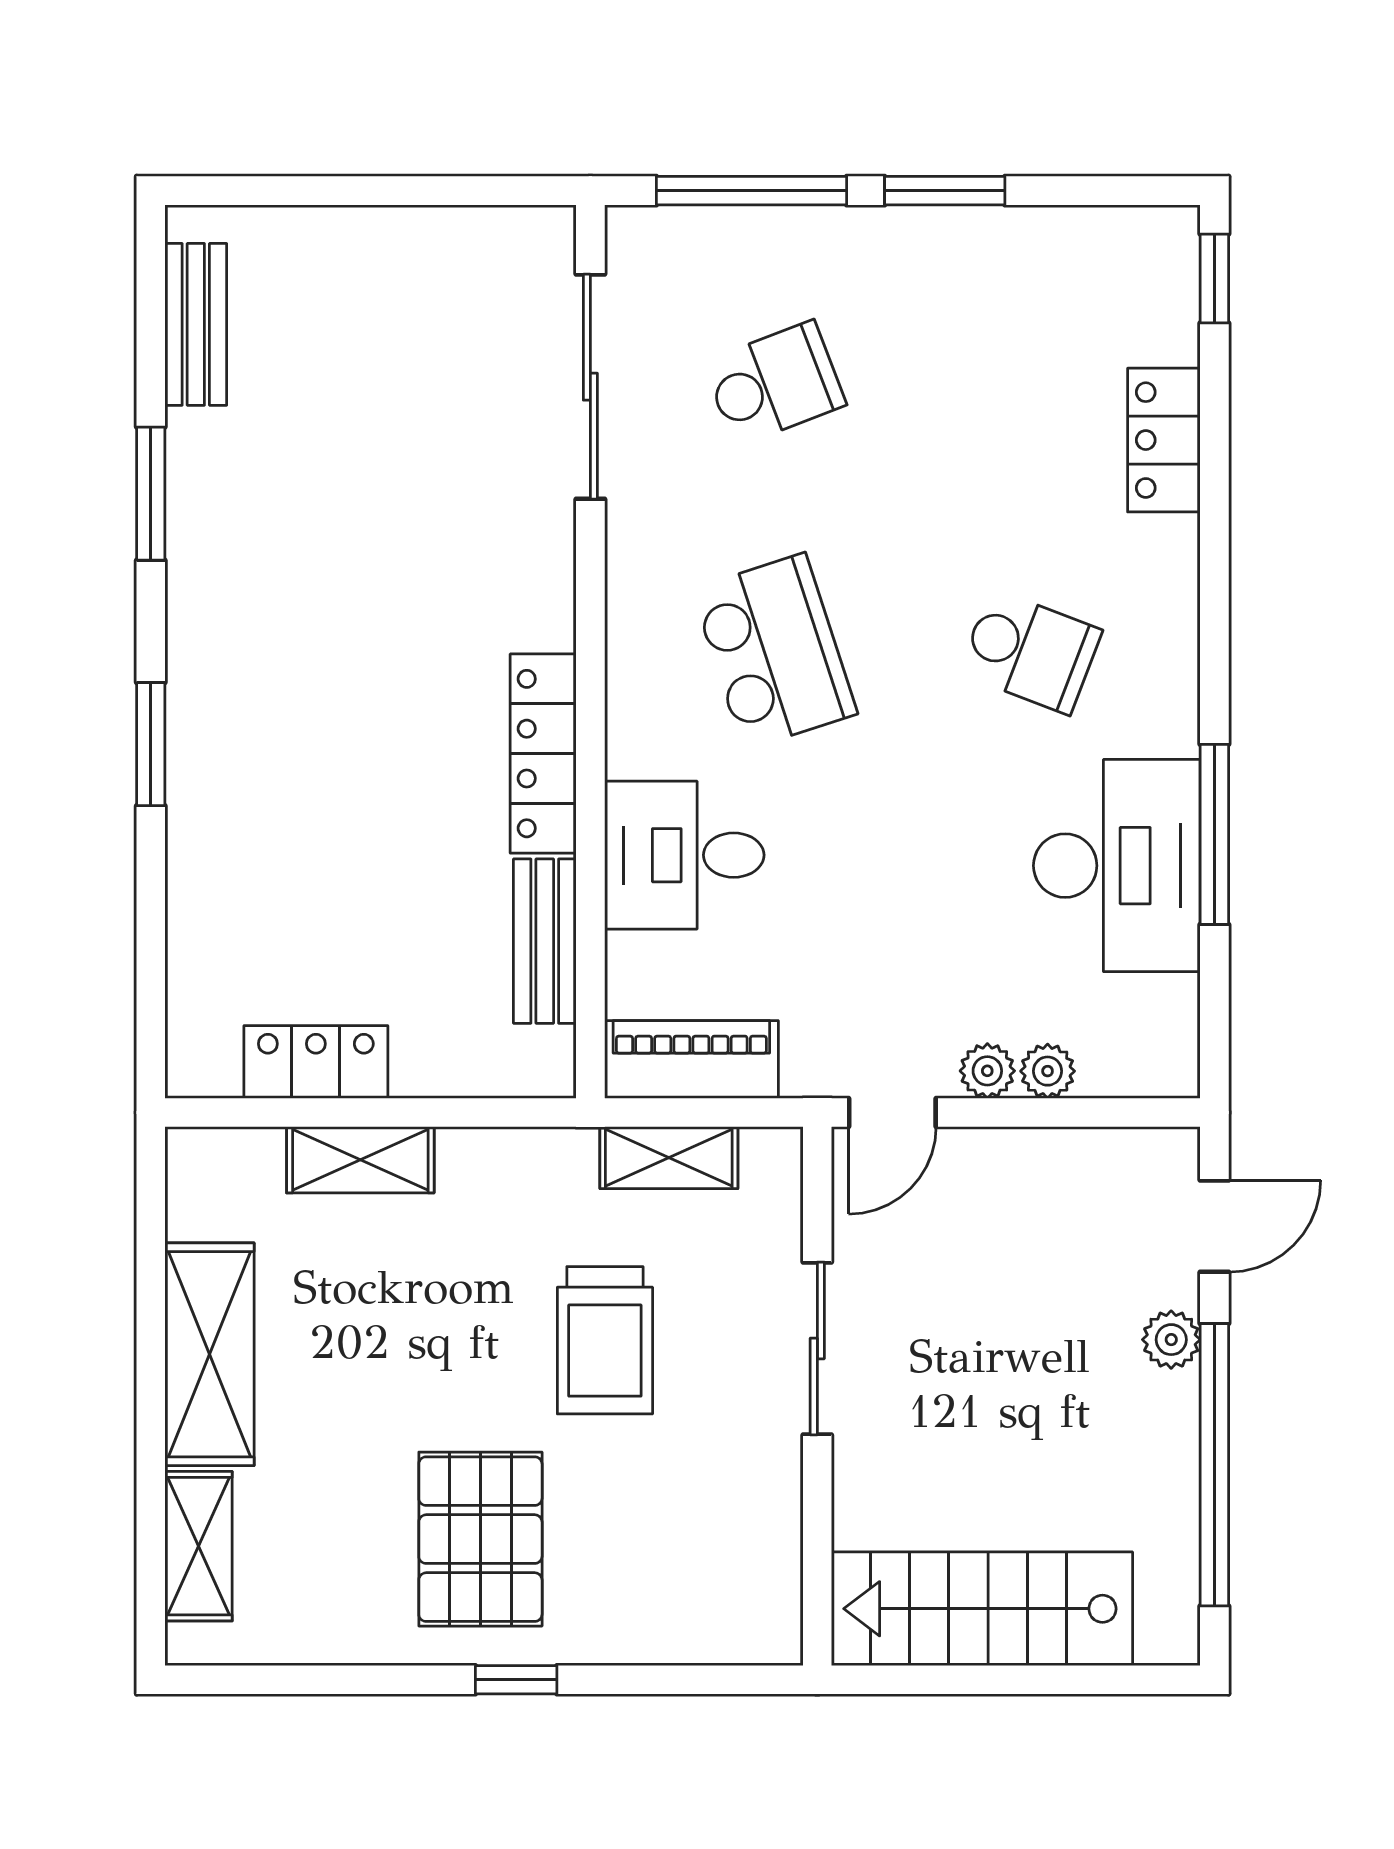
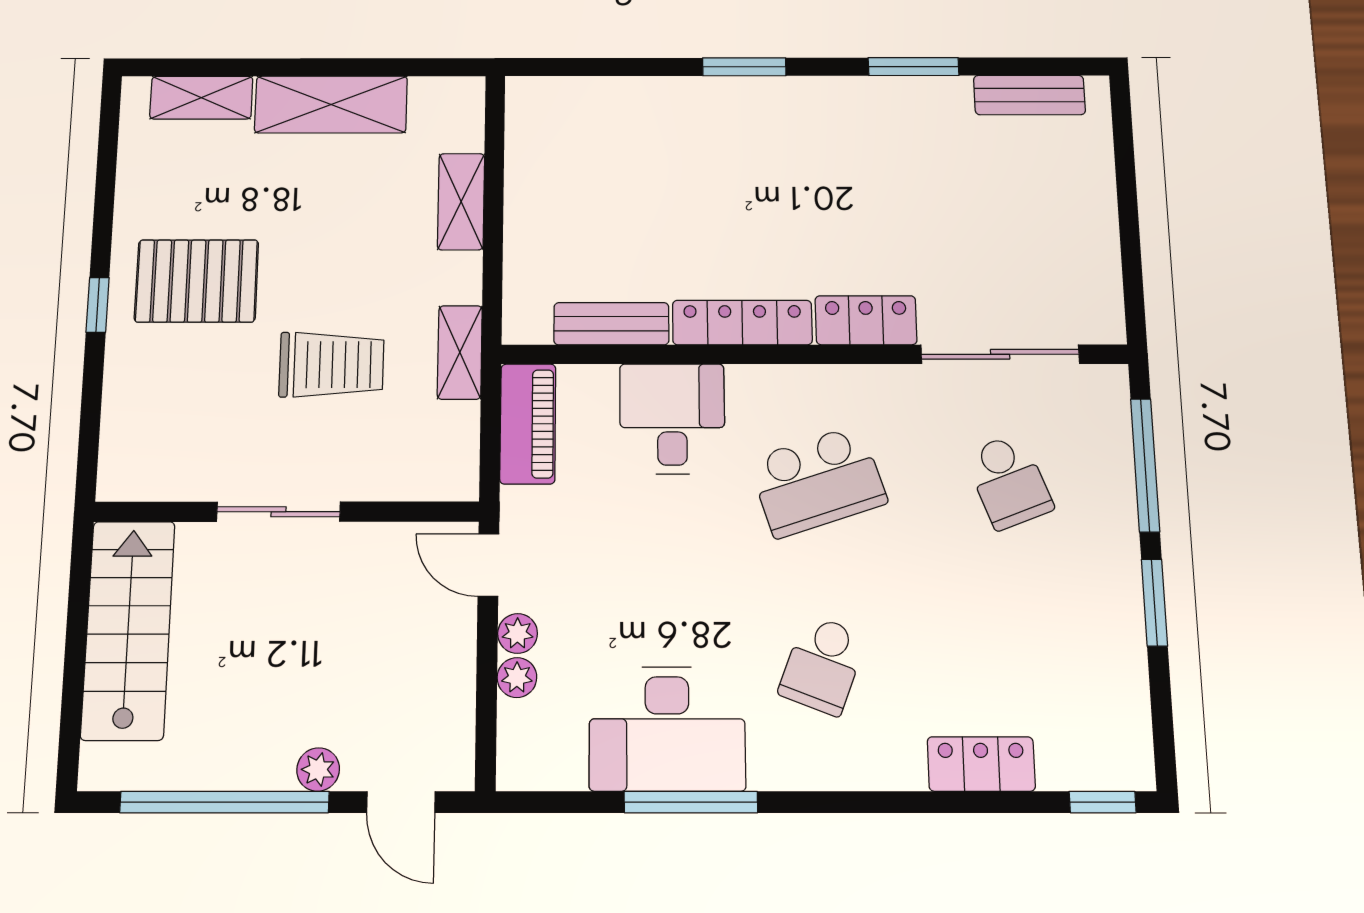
locker: (316, 1062) -> (866, 320), moved, turned -90
shelving: (669, 1158) -> (460, 352), moved
trolley: (605, 1340) -> (332, 365), turned 180
sliding door: (817, 1348) -> (278, 512), moved

